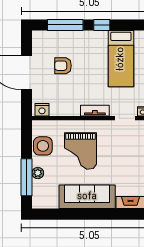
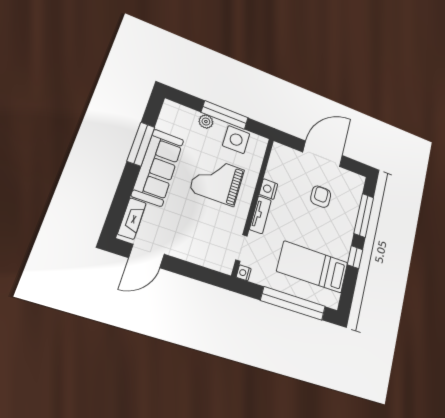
nightstand: (42, 110) -> (268, 189), moved
window: (27, 177) -> (225, 115), moved
window: (74, 214) -> (141, 144), added

